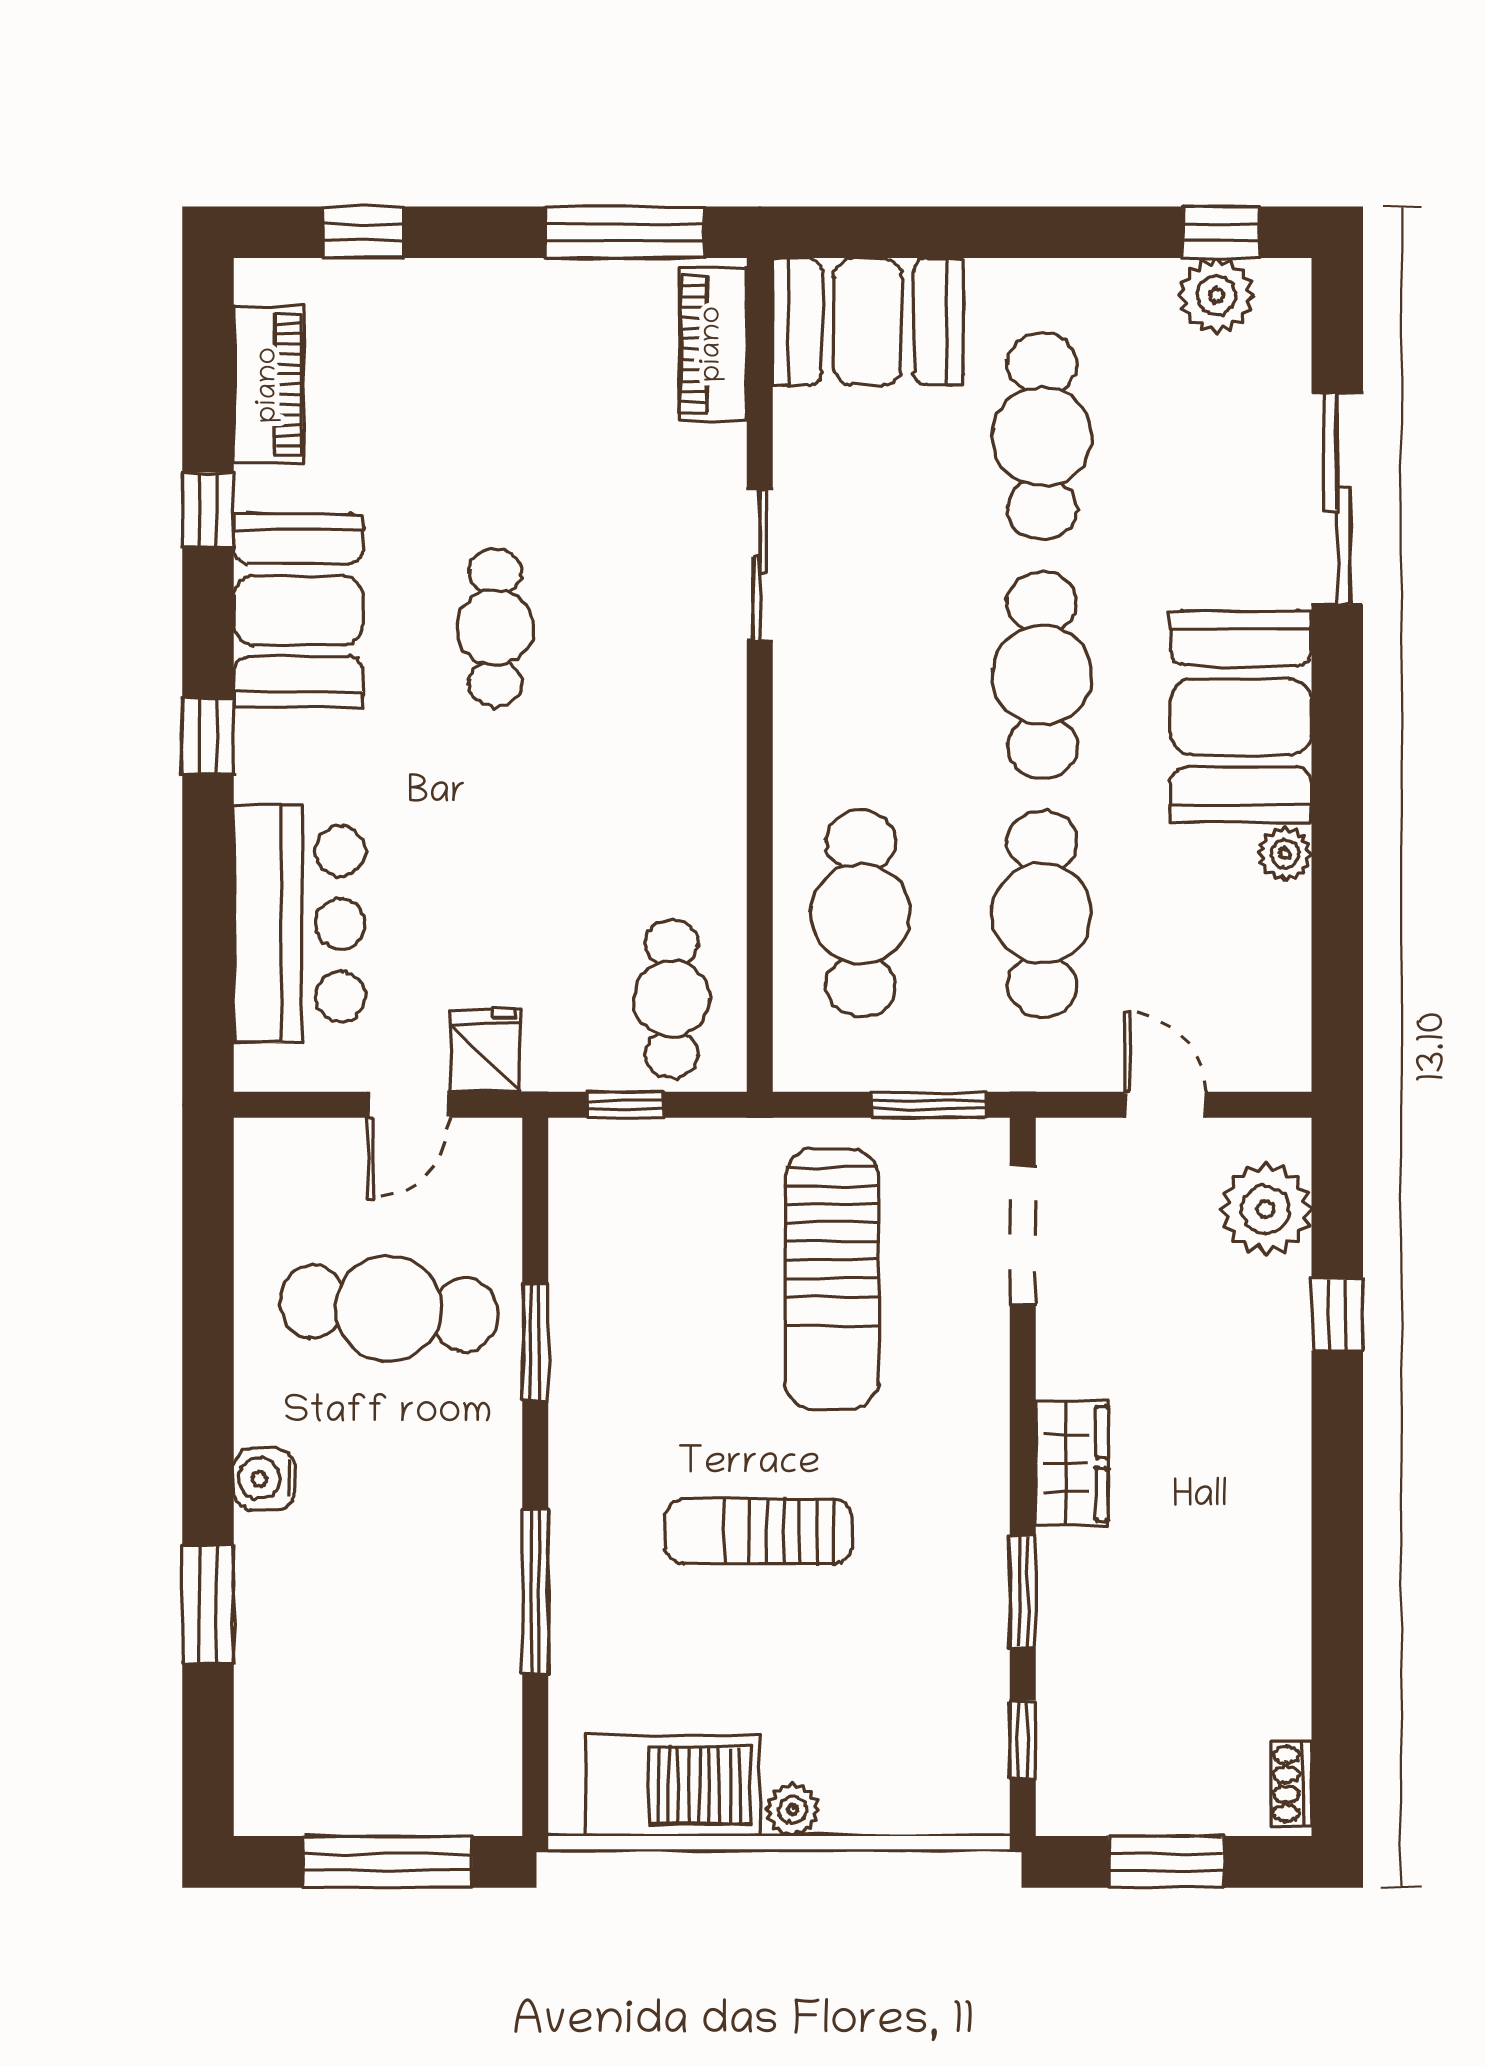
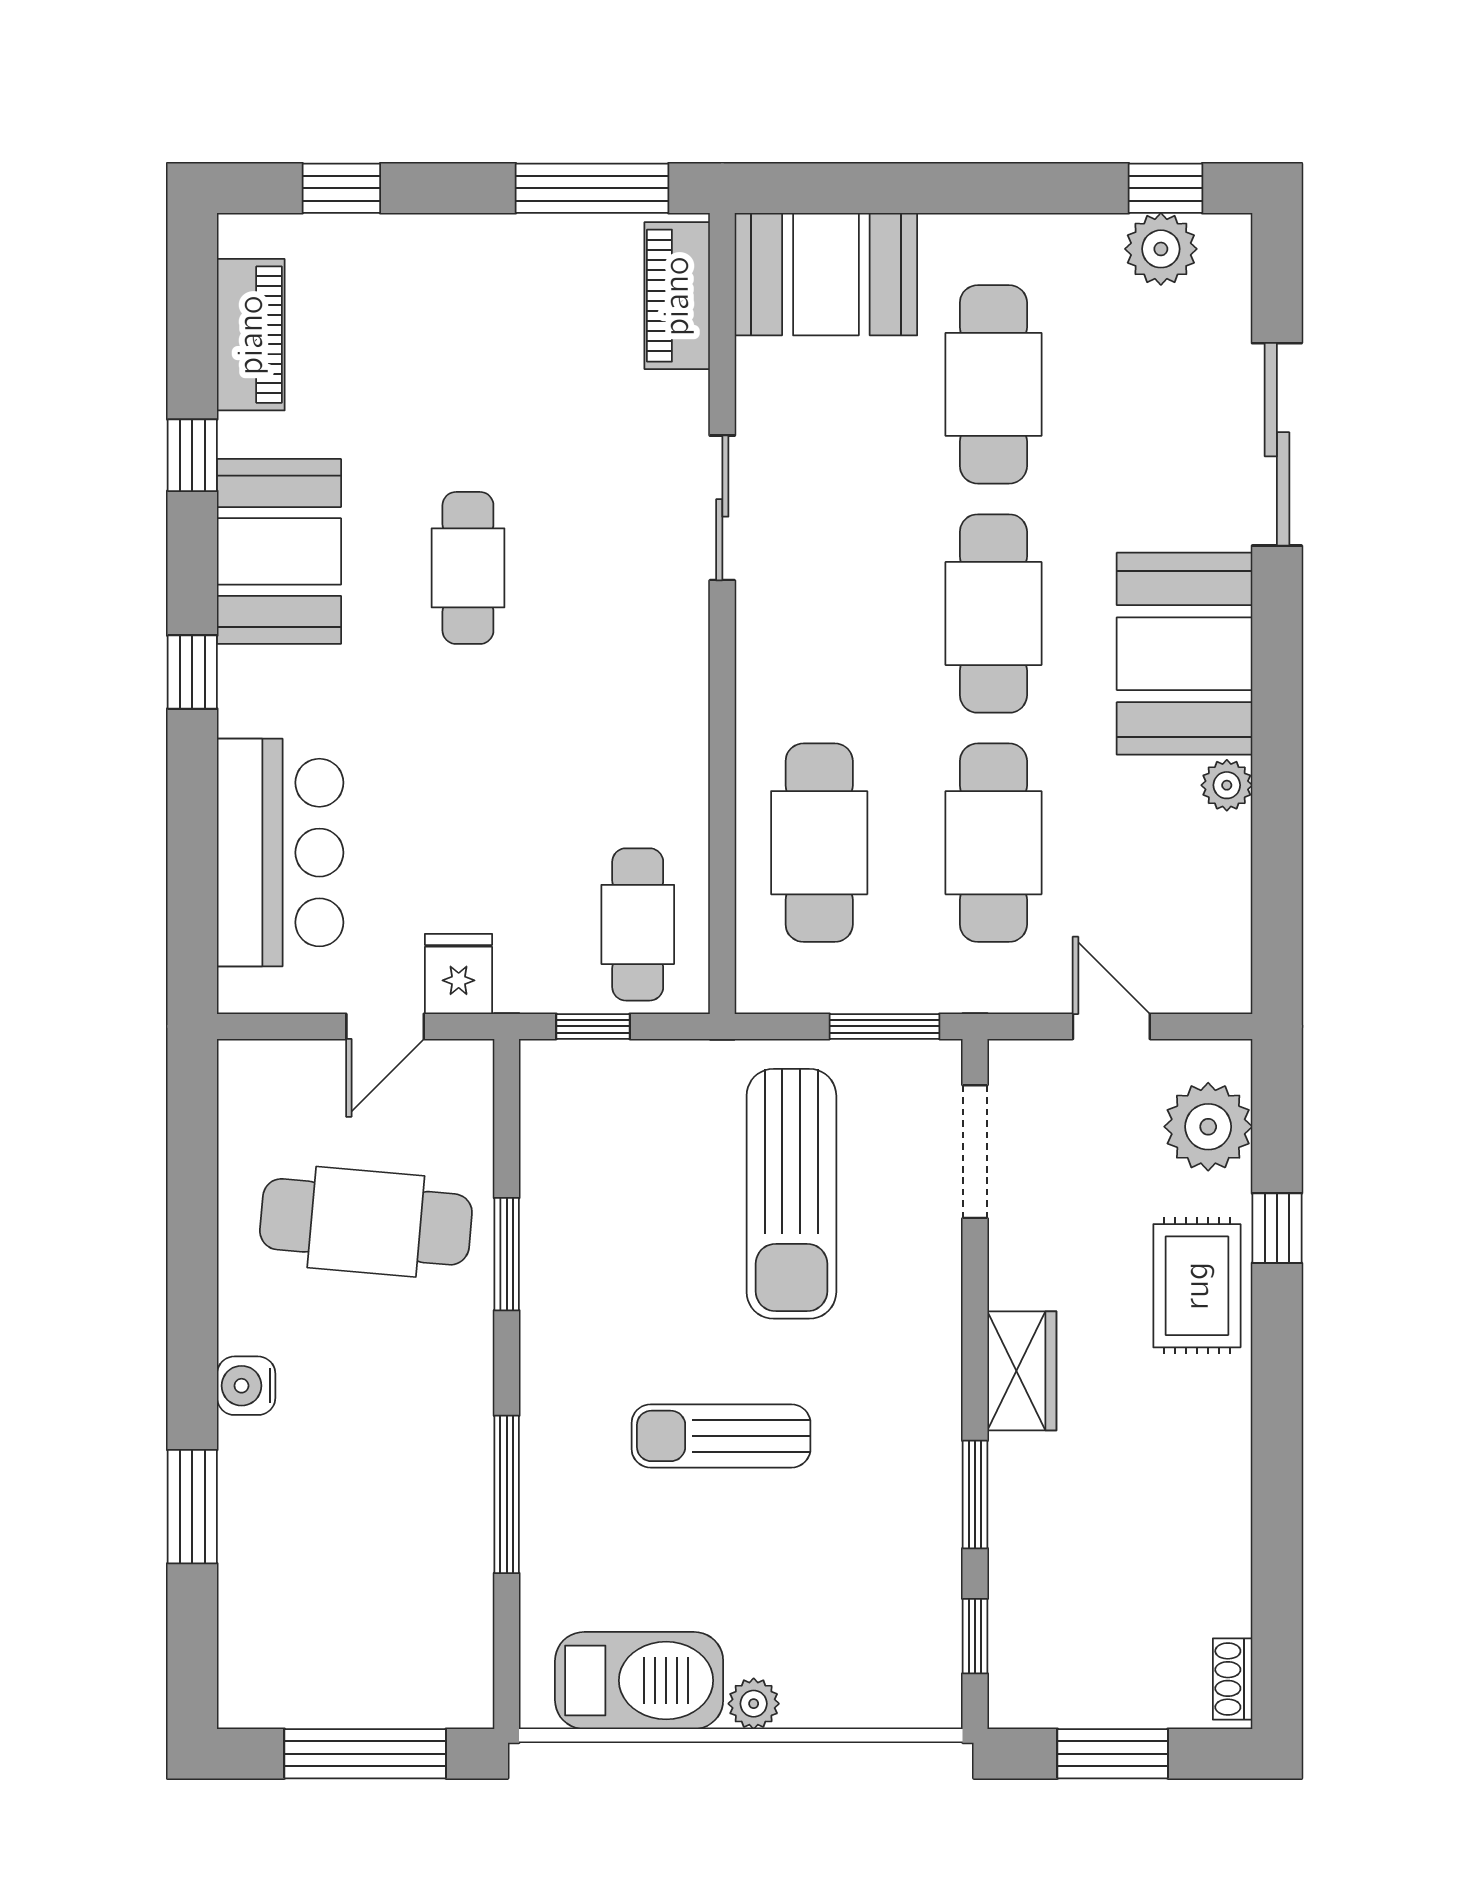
rug: (1254, 1375) -> (1197, 1286), added

